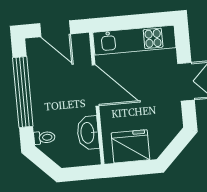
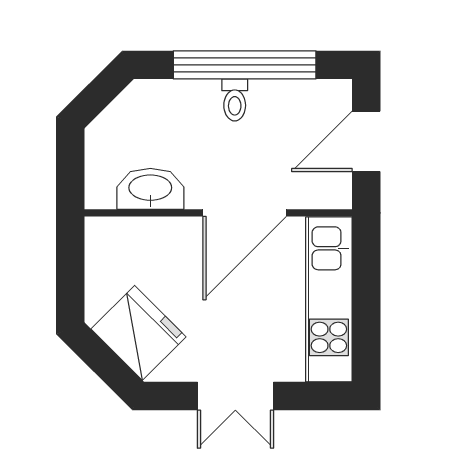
toilet: (44, 138) -> (235, 100), moved
fridge: (131, 146) -> (139, 333), moved, turned -45

